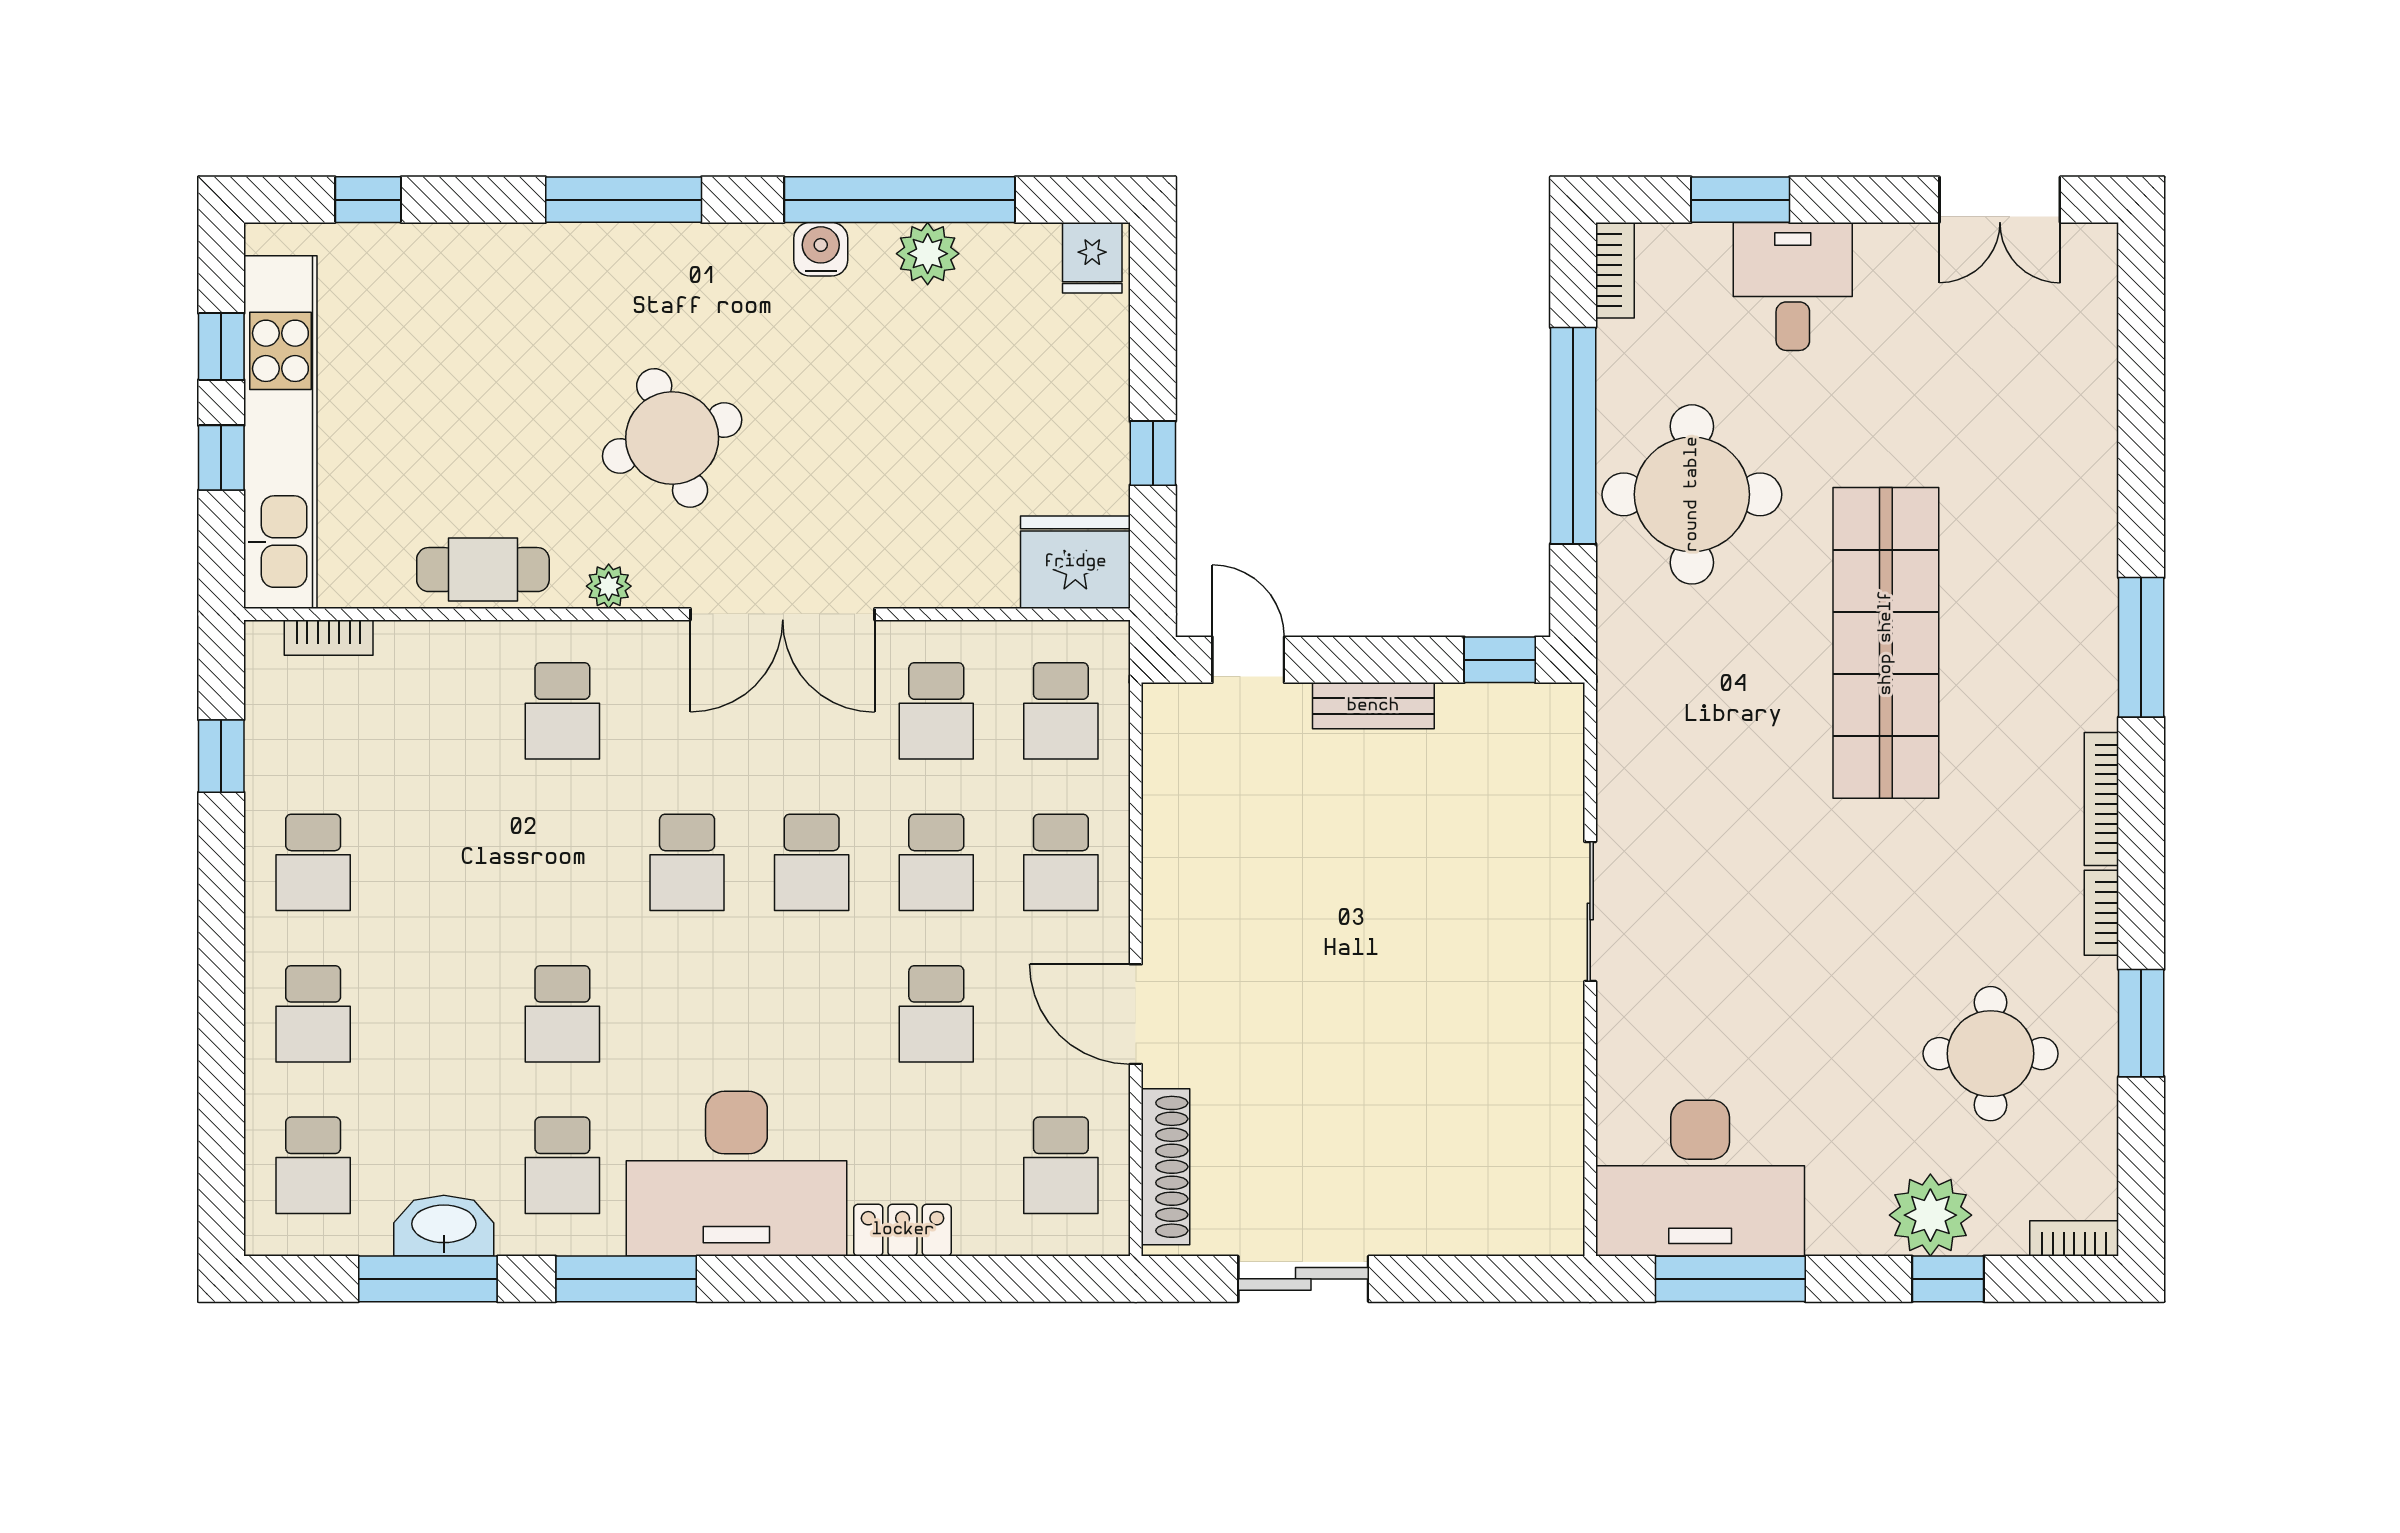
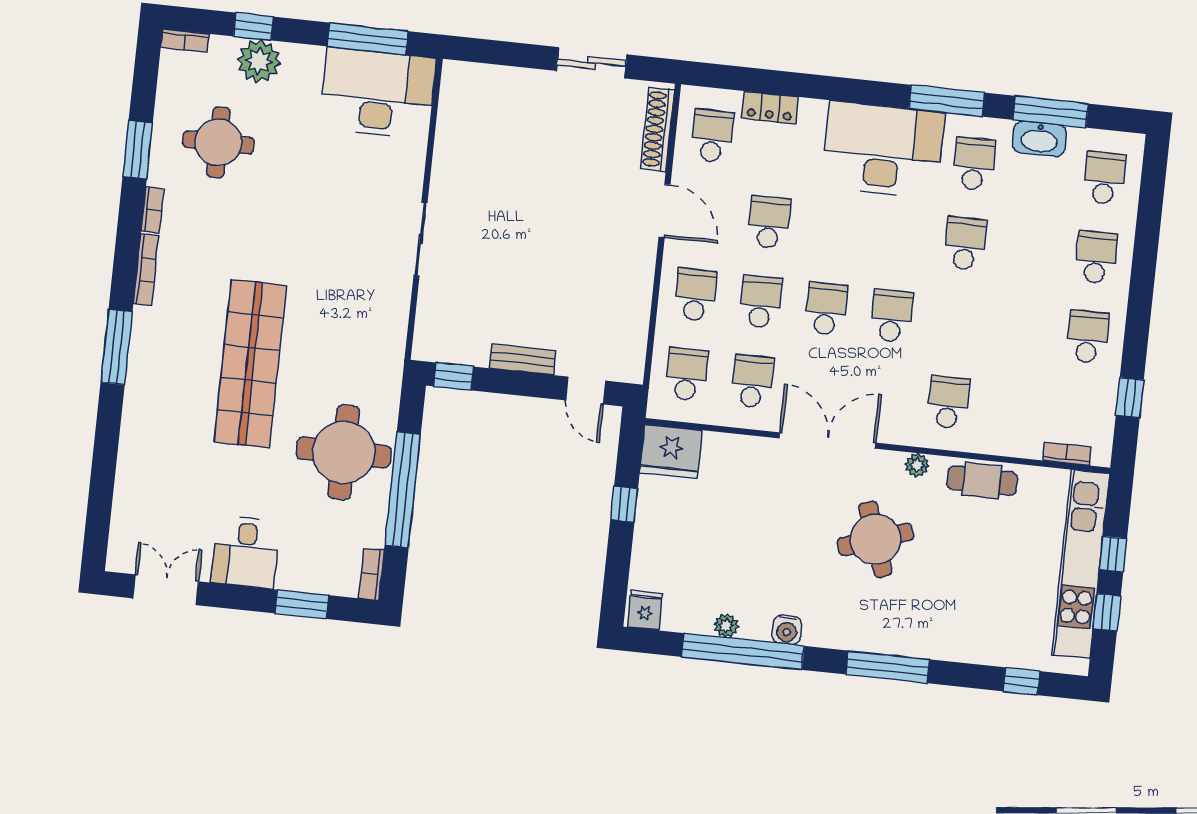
plant: (928, 254) -> (726, 626), width x0.73, depth x0.73
desk: (1793, 286) -> (246, 552), moved
locker: (903, 1230) -> (770, 108), moved

